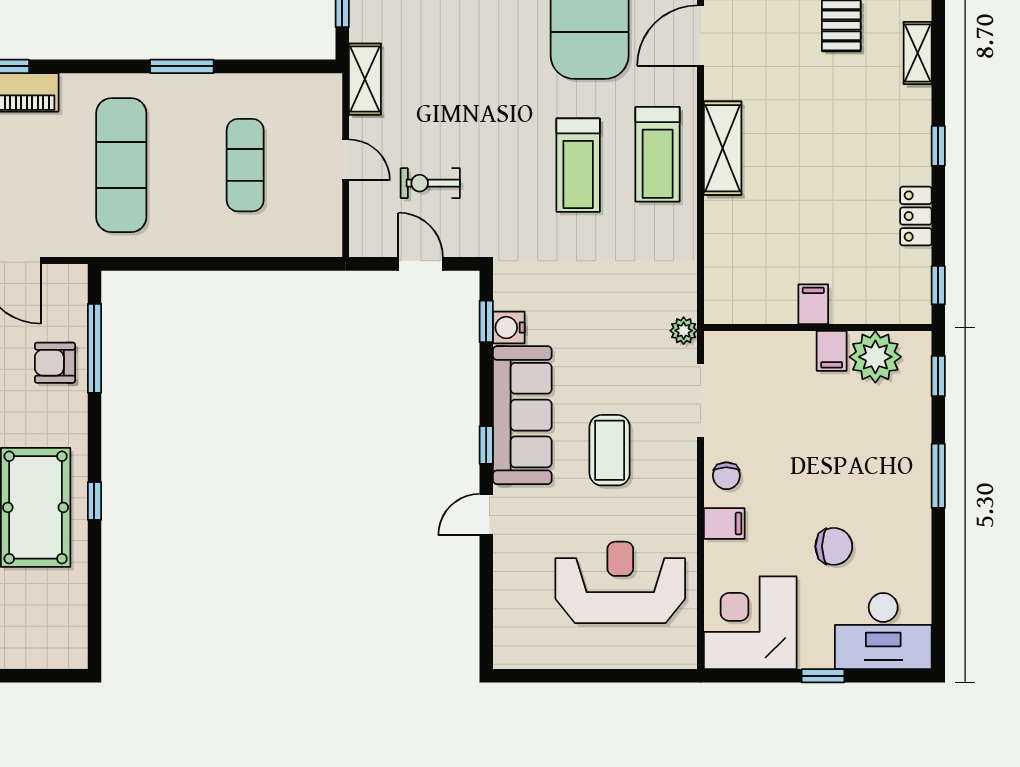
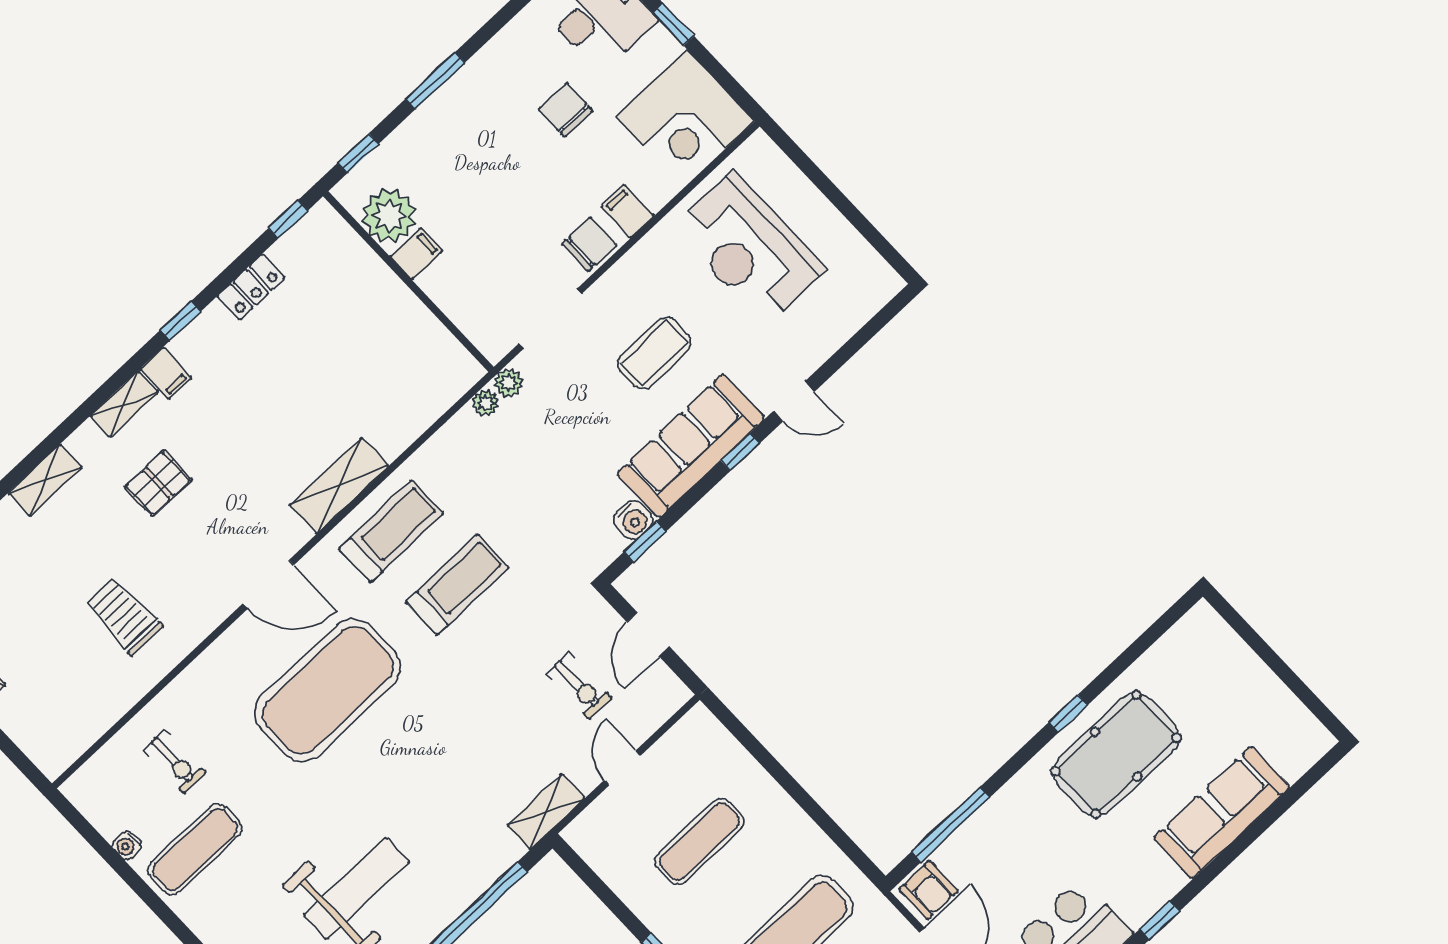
plant: (685, 302) -> (485, 403), added
filing cabinet: (813, 304) -> (166, 373), moved, turned -90
armchair: (55, 363) -> (928, 890), moved
chair: (726, 476) -> (589, 244), width x1.37, depth x1.37

